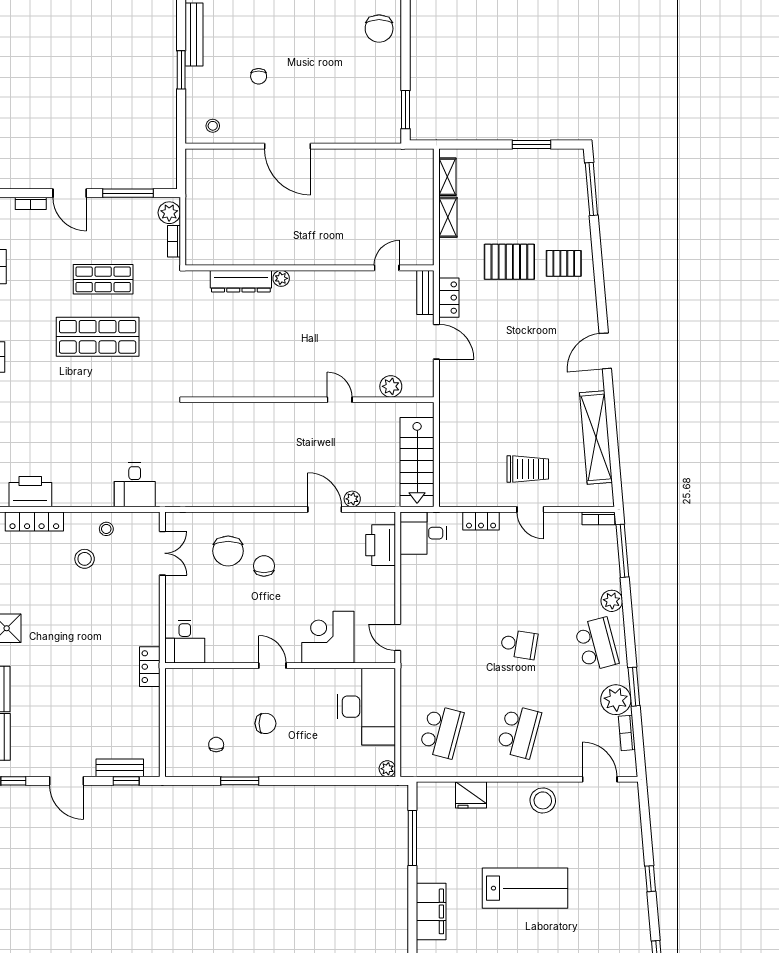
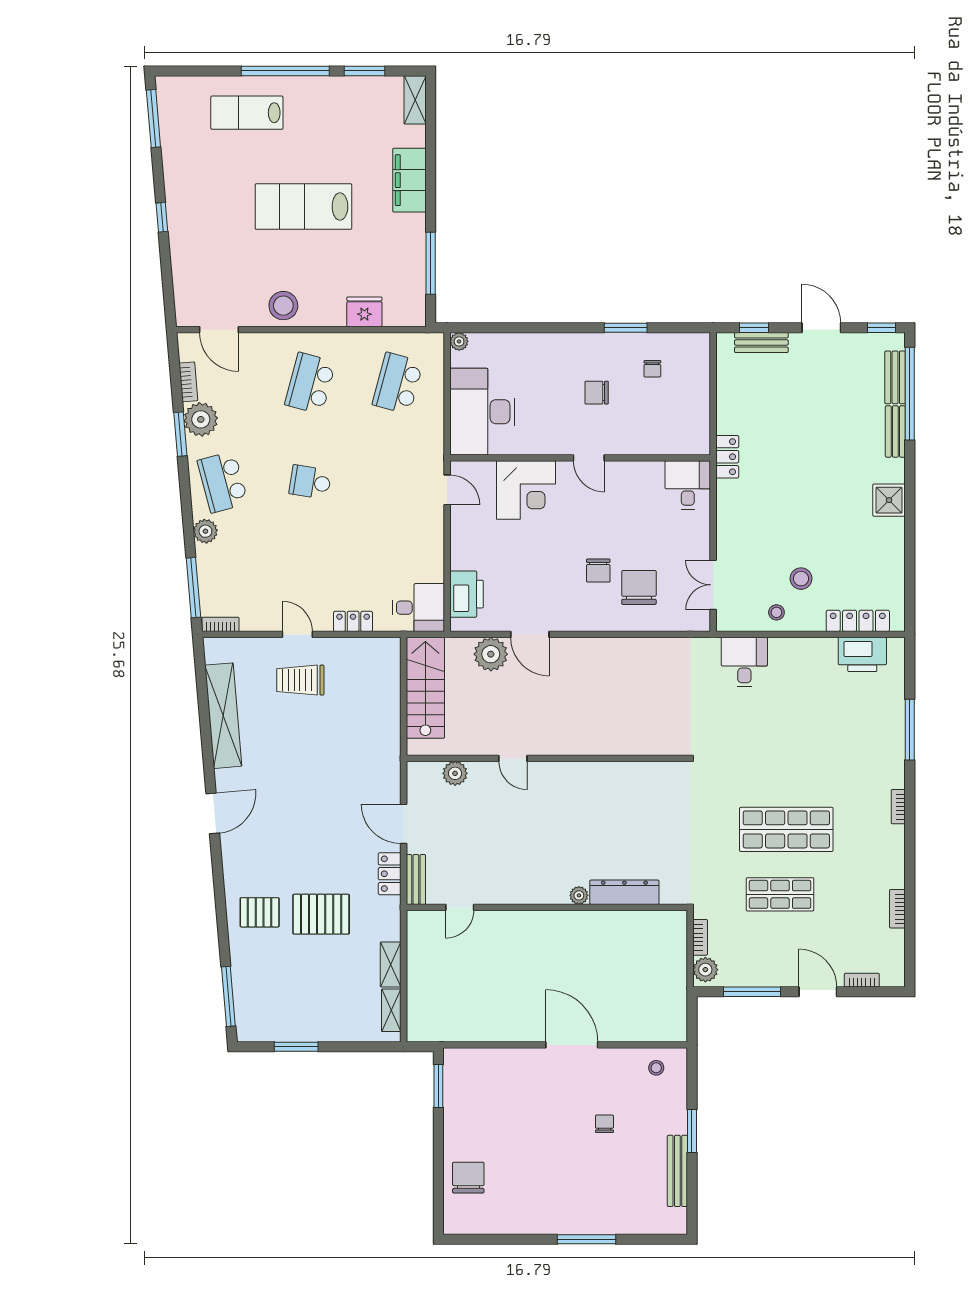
plant: (352, 499) -> (491, 654), width x1.87, depth x1.87

